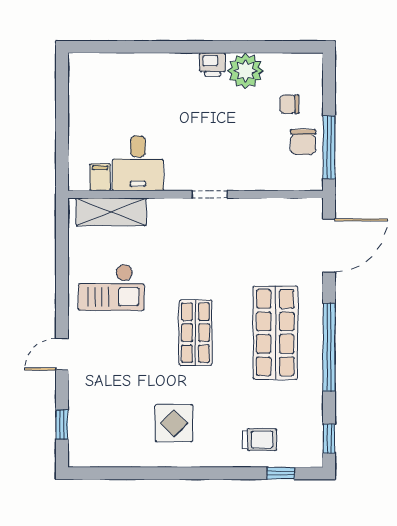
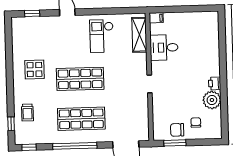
window: (329, 147) -> (175, 143), width x0.69
filing cabinet: (100, 177) -> (156, 18), moved
shop shelf: (195, 333) -> (80, 79), width x1.43, depth x1.36

